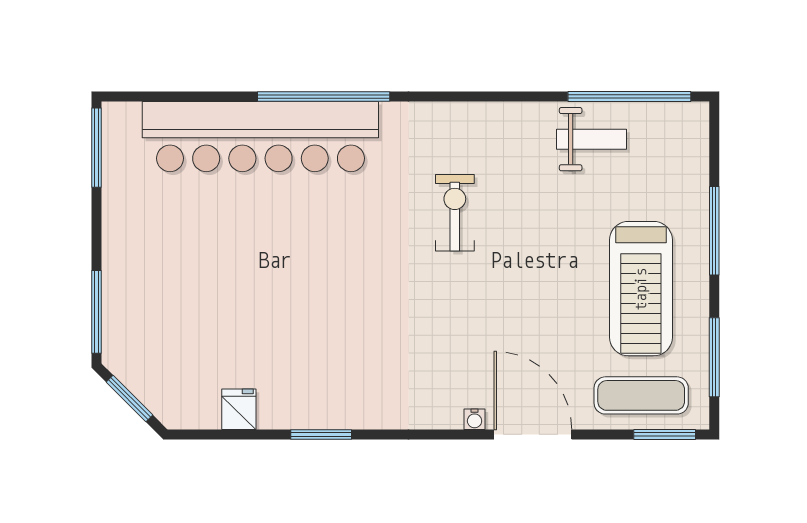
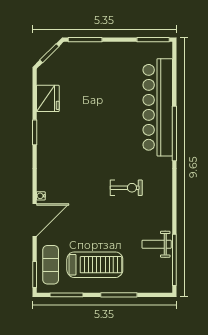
weight bench: (592, 139) -> (157, 244), turned 90
treadmill: (641, 289) -> (95, 265), turned 180
fridge: (239, 409) -> (48, 98), width x1.88, depth x1.34

